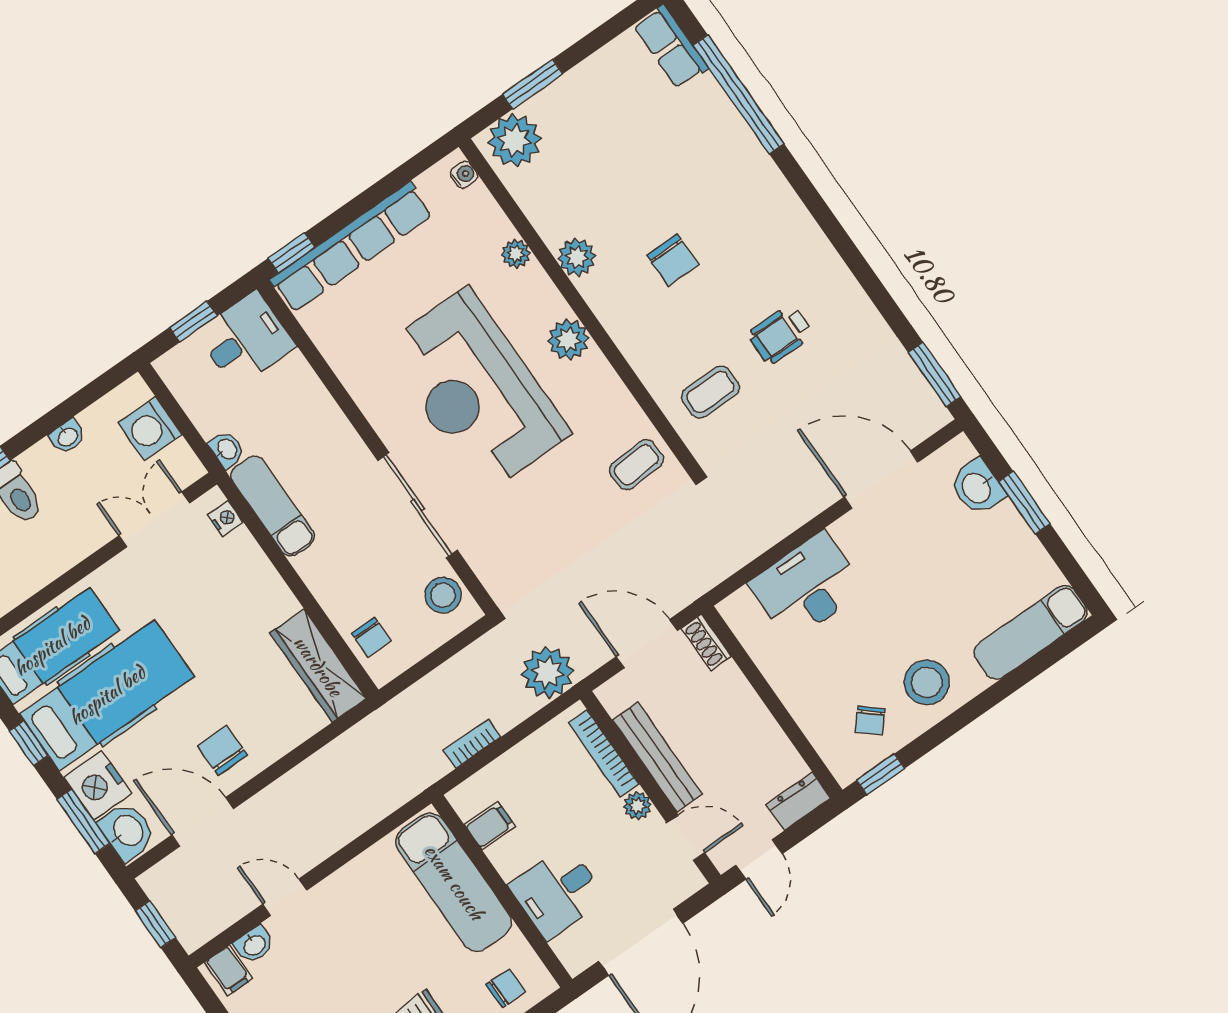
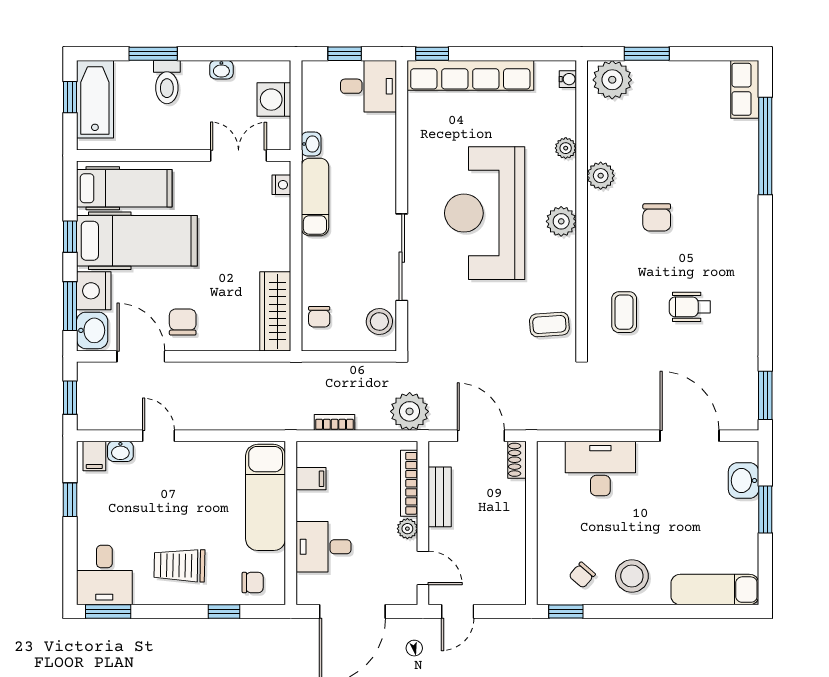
coffee table: (710, 392) -> (624, 312), turned 90
bench: (657, 757) -> (440, 497), width x0.73
dresser: (798, 801) -> (505, 593), removed

